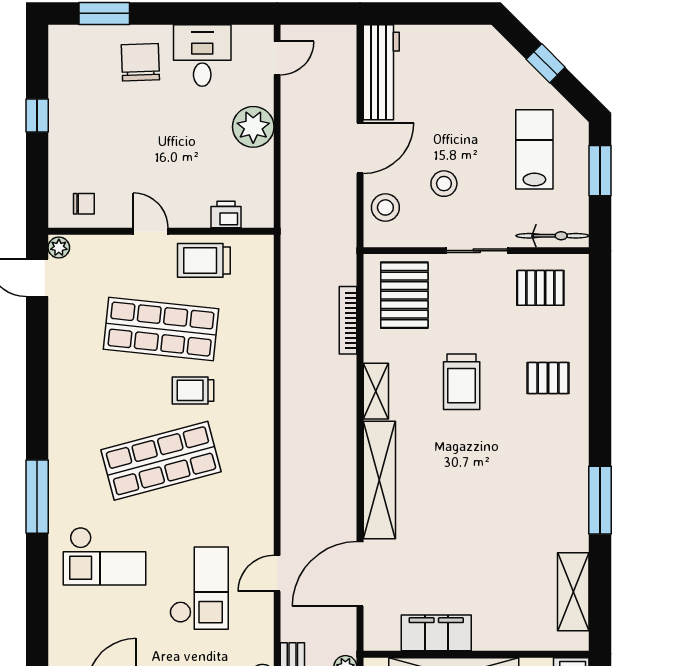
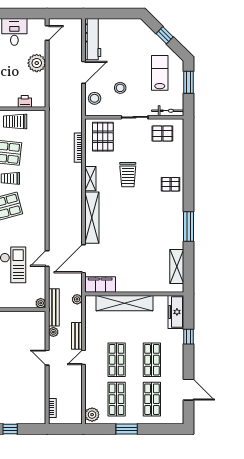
pallet: (548, 378) -> (171, 184), moved
filing cabinet: (436, 633) -> (100, 284), moved

